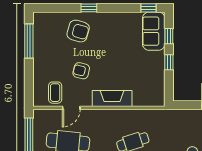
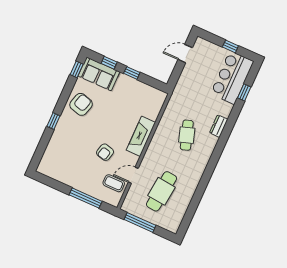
armchair: (78, 31) -> (81, 104), moved
window: (29, 41) -> (86, 198), moved
door: (71, 108) -> (133, 175), swing flipped

